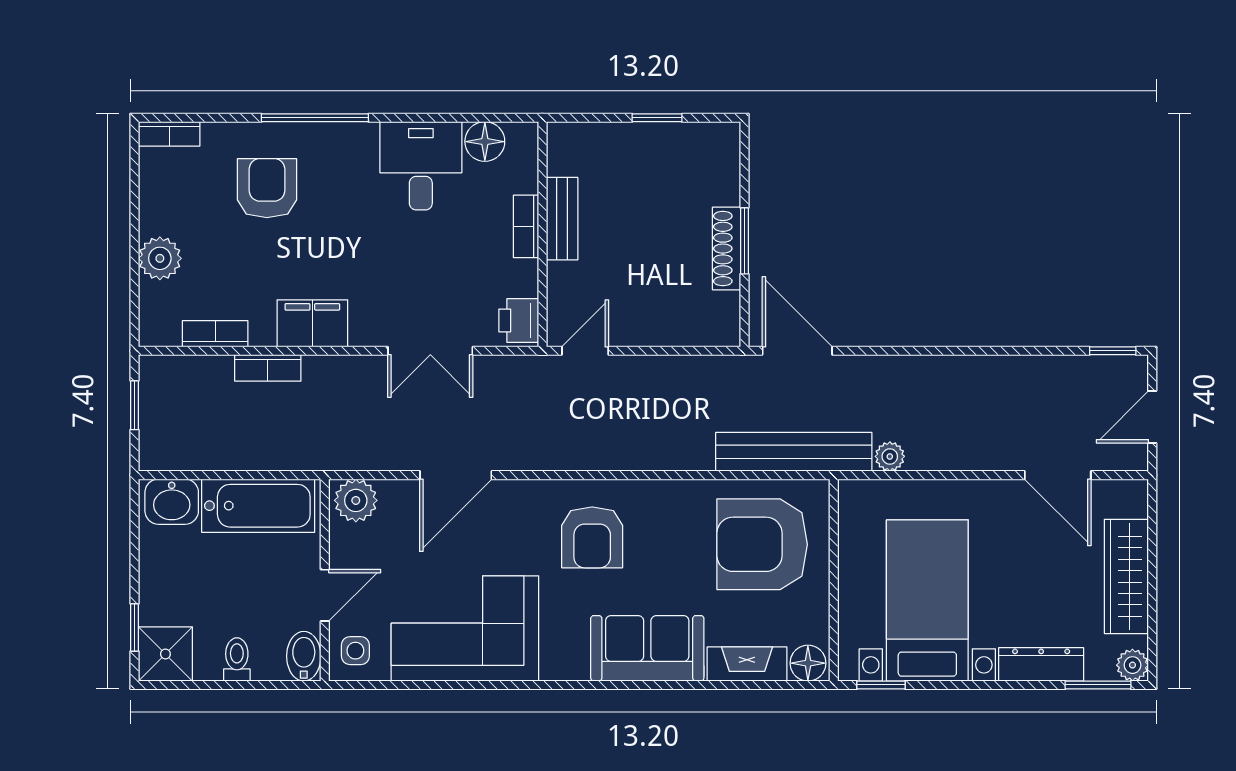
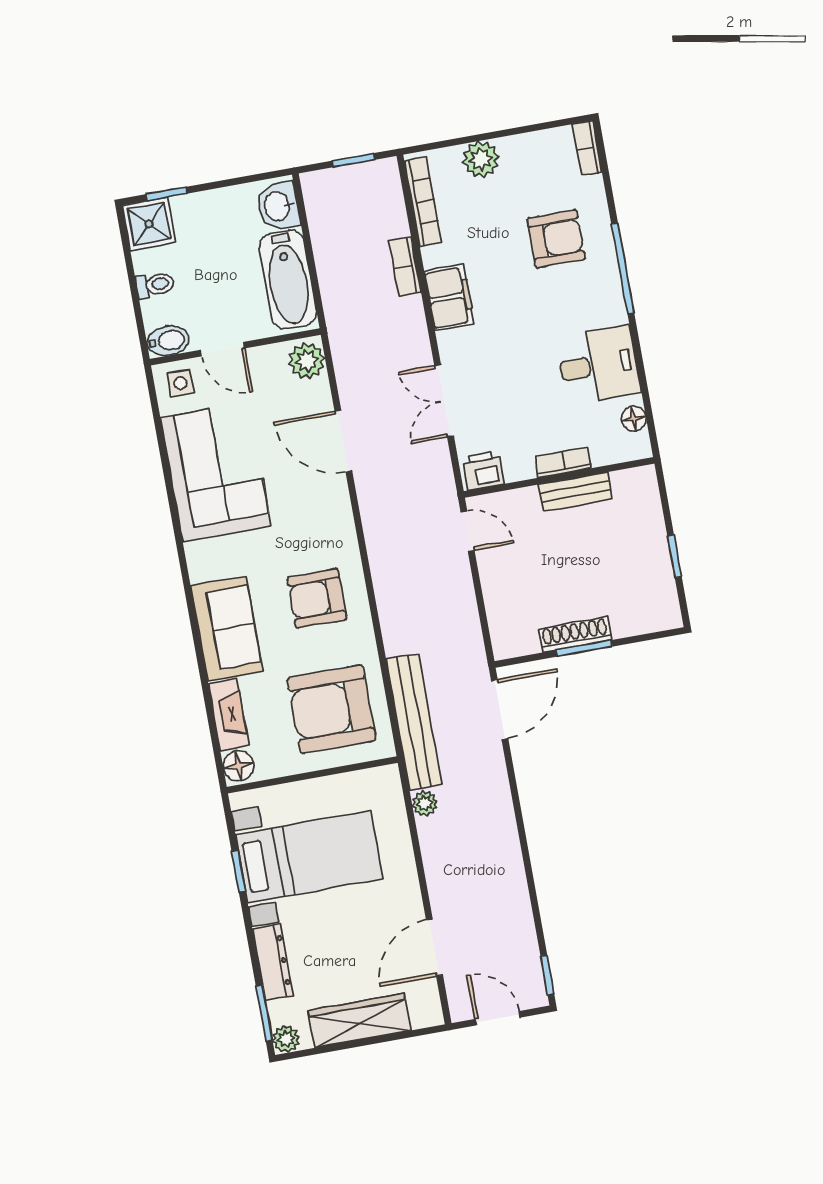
floor lamp: (485, 142) -> (634, 419), width x0.73, depth x0.73
bookcase: (215, 334) -> (423, 202), width x1.56
armchair: (592, 537) -> (317, 598), moved
armchair: (762, 544) -> (332, 709), turned -90
window: (881, 685) -> (239, 871), moved

